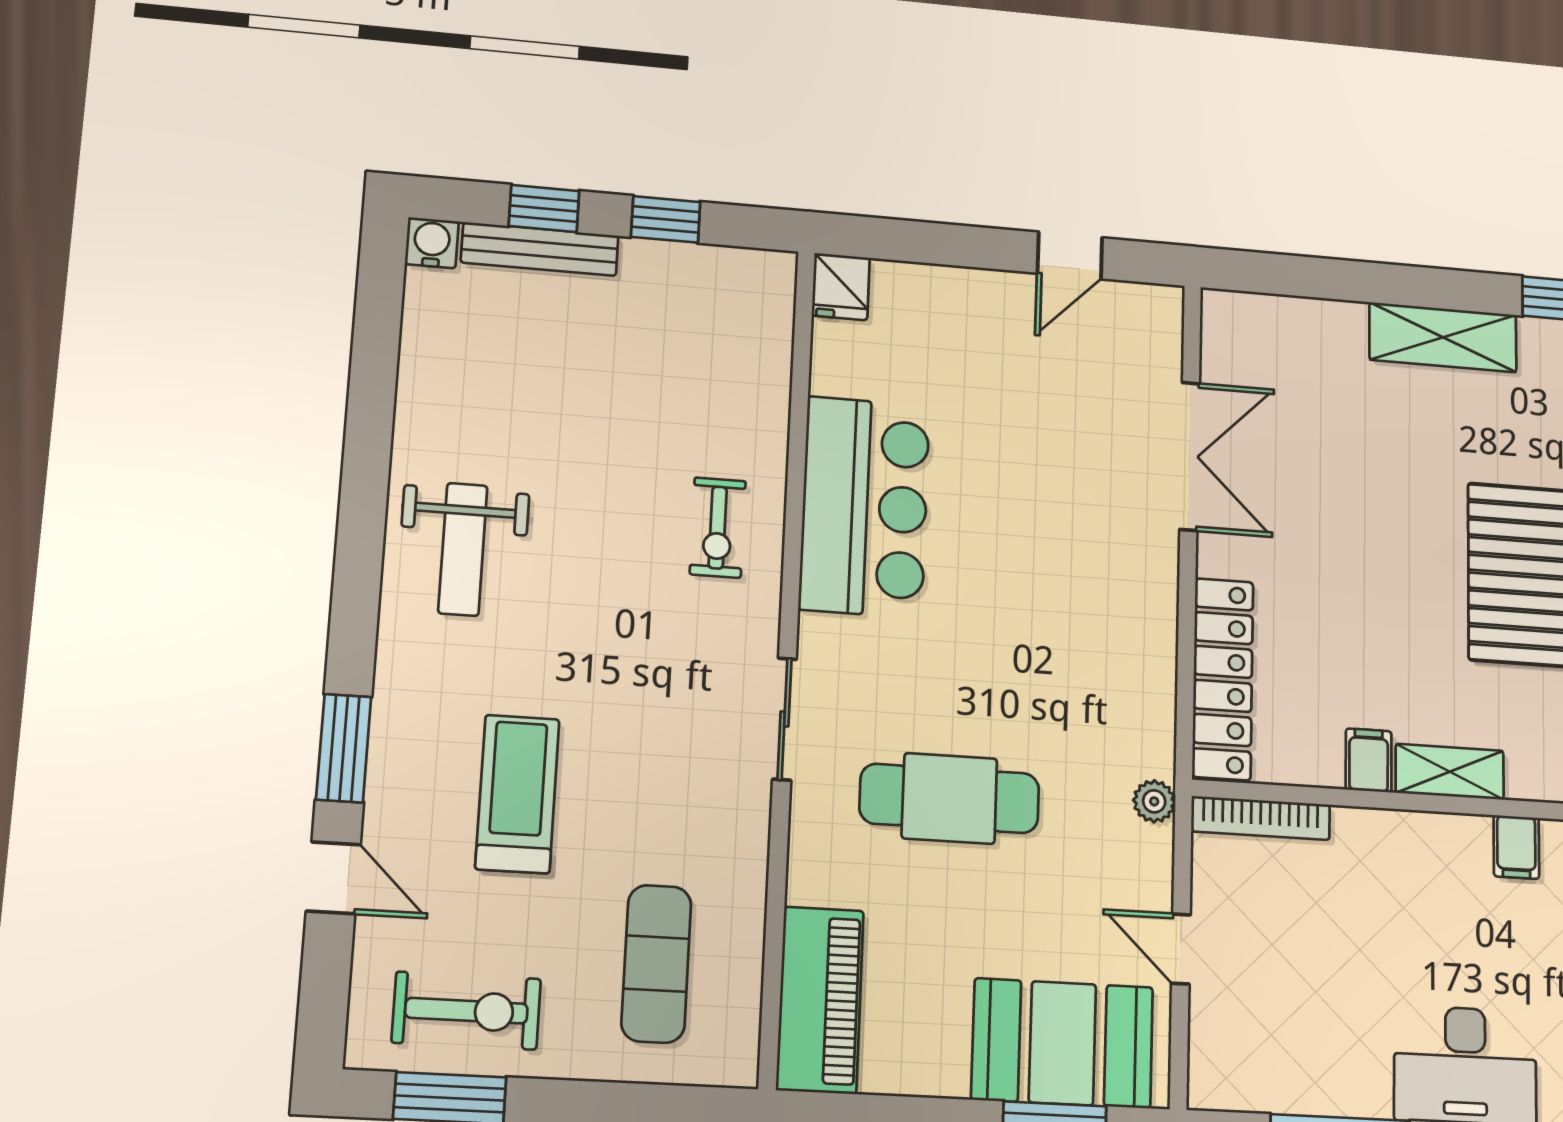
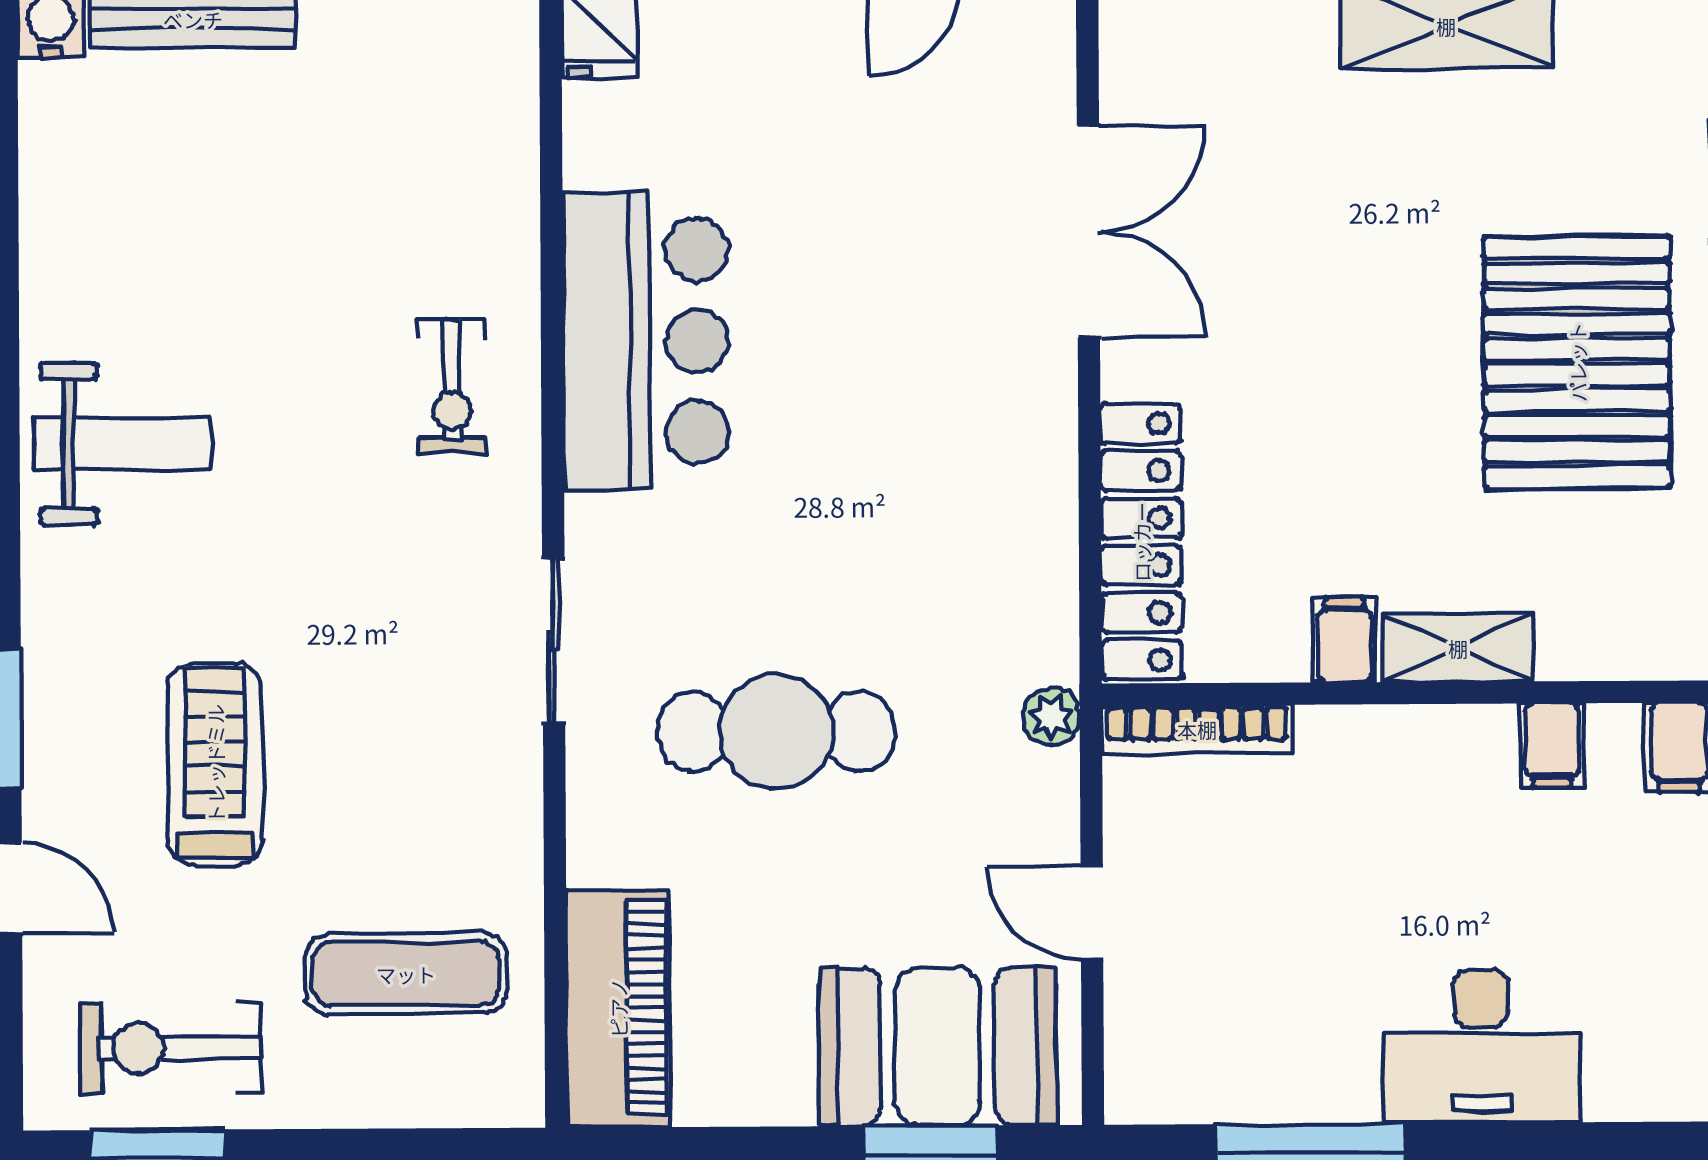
weight bench: (463, 549) -> (122, 444), turned -90
exercise mat: (656, 964) -> (406, 974), turned 90
exercise bike: (466, 1011) -> (171, 1048), turned 180

